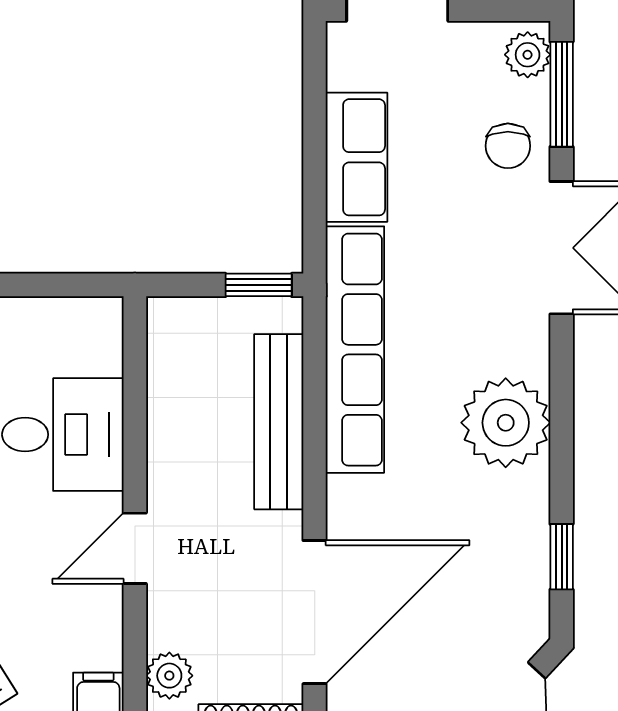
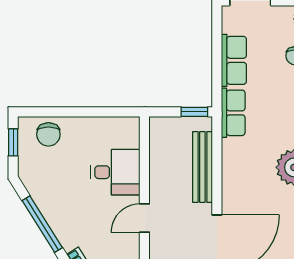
row of seats: (355, 350) -> (233, 113), width x0.50

